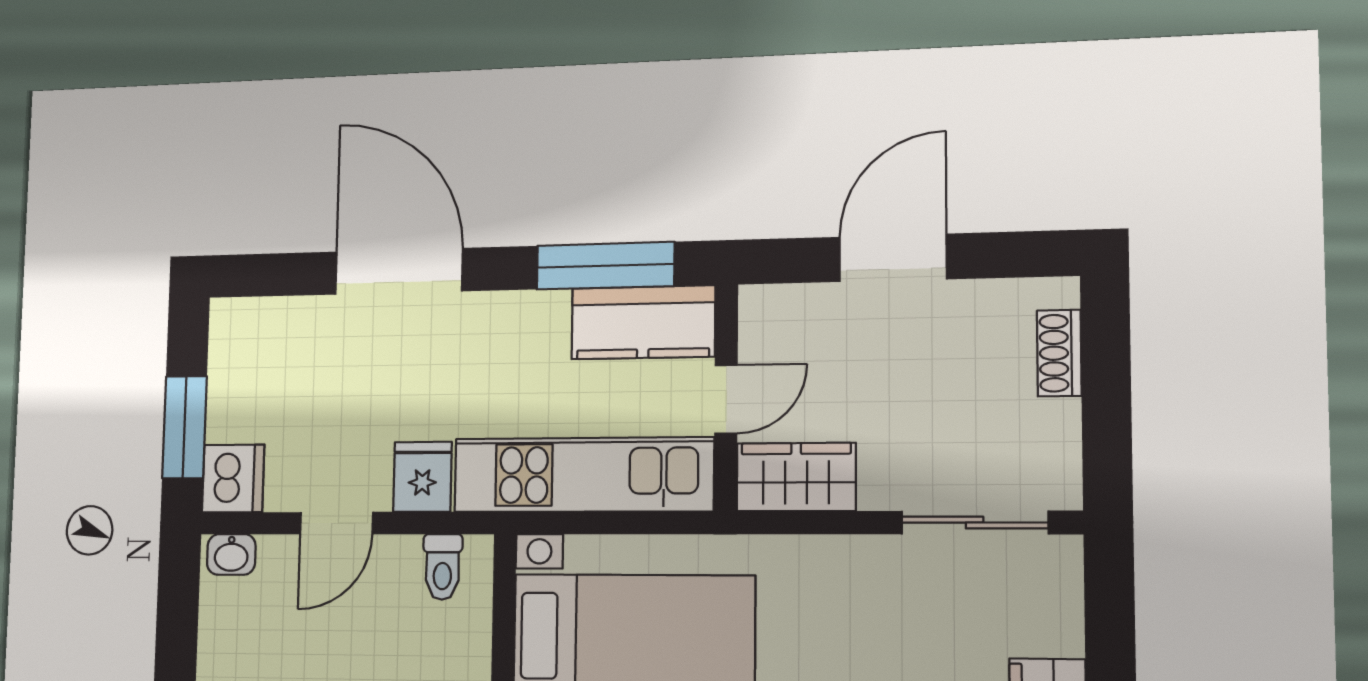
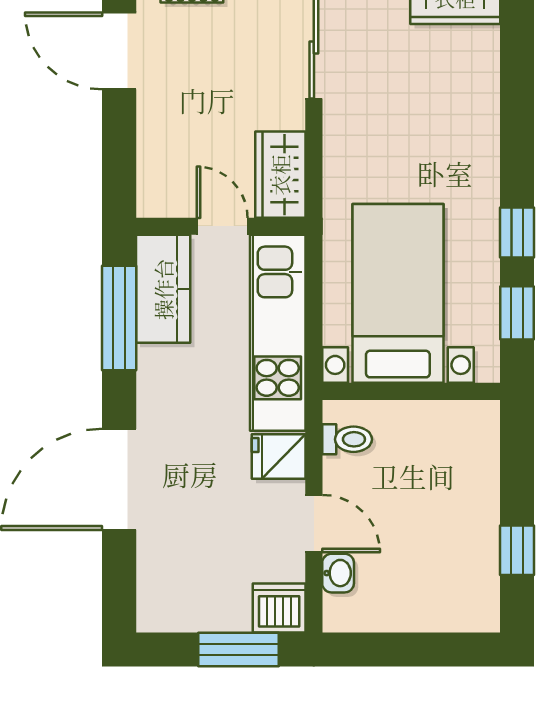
door: (893, 258) -> (119, 51), moved
washbasin: (231, 554) -> (338, 573), moved

